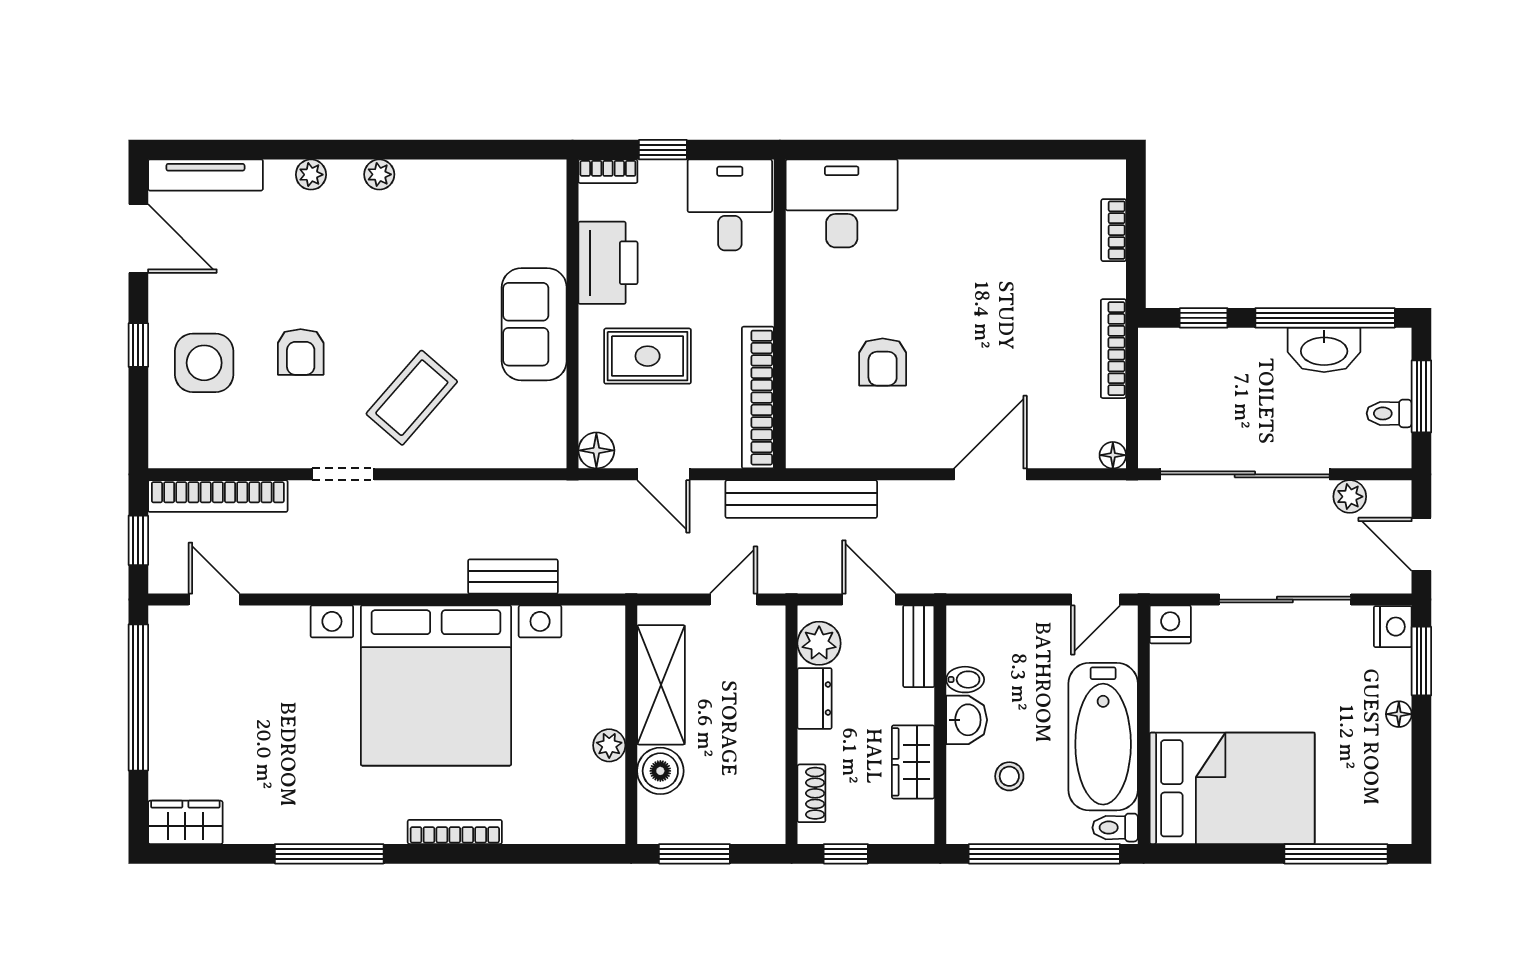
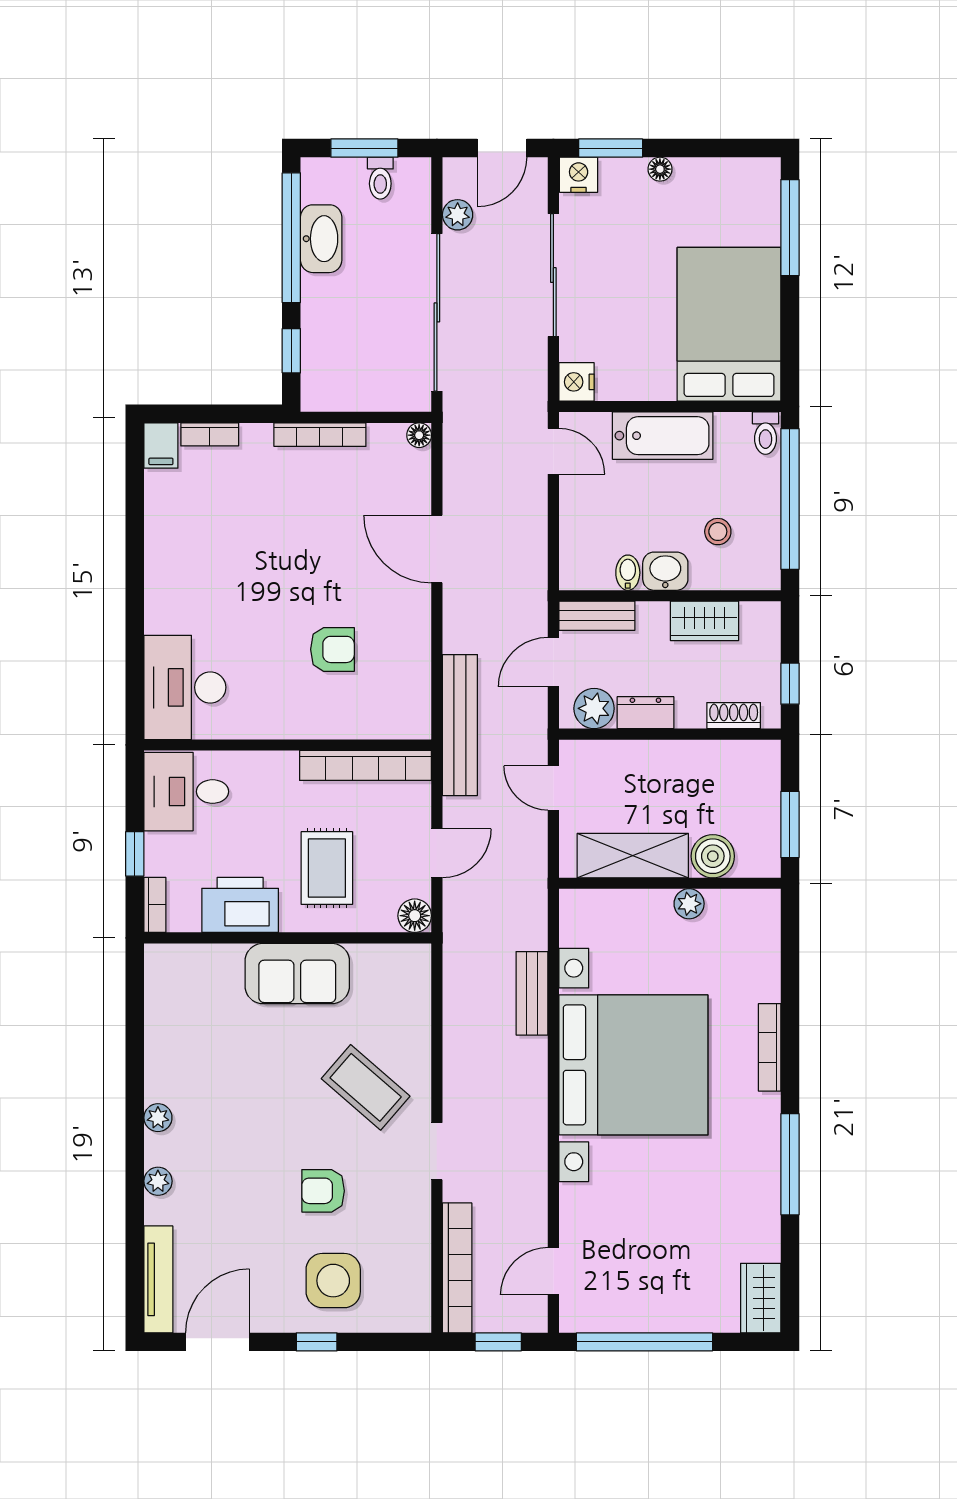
filing cabinet: (1102, 178) -> (161, 446), added
armchair: (301, 352) -> (323, 1191), turned 180
bathtub: (1103, 737) -> (663, 436), width x0.73, depth x0.73

